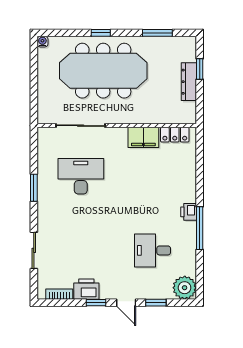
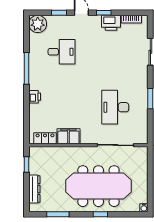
window: (200, 69) -> (26, 164), moved
dresser: (189, 82) -> (34, 189), moved
desk: (81, 176) -> (115, 107), turned 90
printer: (189, 212) -> (35, 97), moved

